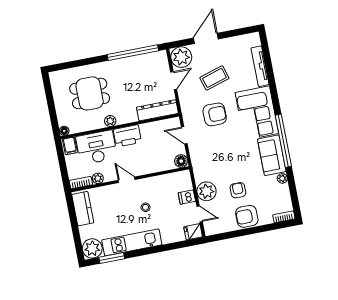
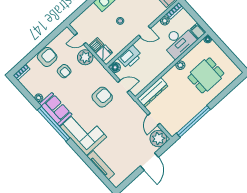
coffee table: (214, 78) -> (127, 138), removed
armchair: (215, 114) -> (102, 97), moved, turned 180
printer: (127, 136) -> (130, 57), moved, turned 180
fridge: (193, 232) -> (104, 53), moved

